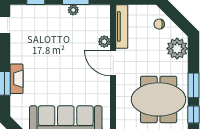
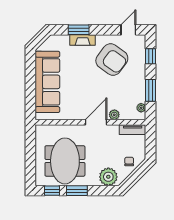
plant: (73, 10) -> (141, 108), moved
tv unit: (122, 26) -> (133, 130), width x0.71
armchair: (39, 44) -> (112, 60), added

